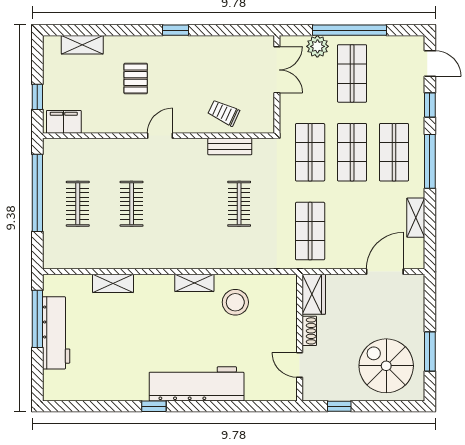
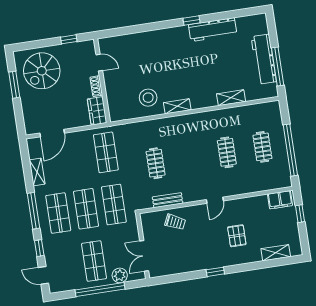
spiral stairs: (386, 366) -> (42, 71), turned 90
workbench: (197, 384) -> (213, 30), moved, width x0.73, depth x0.76

